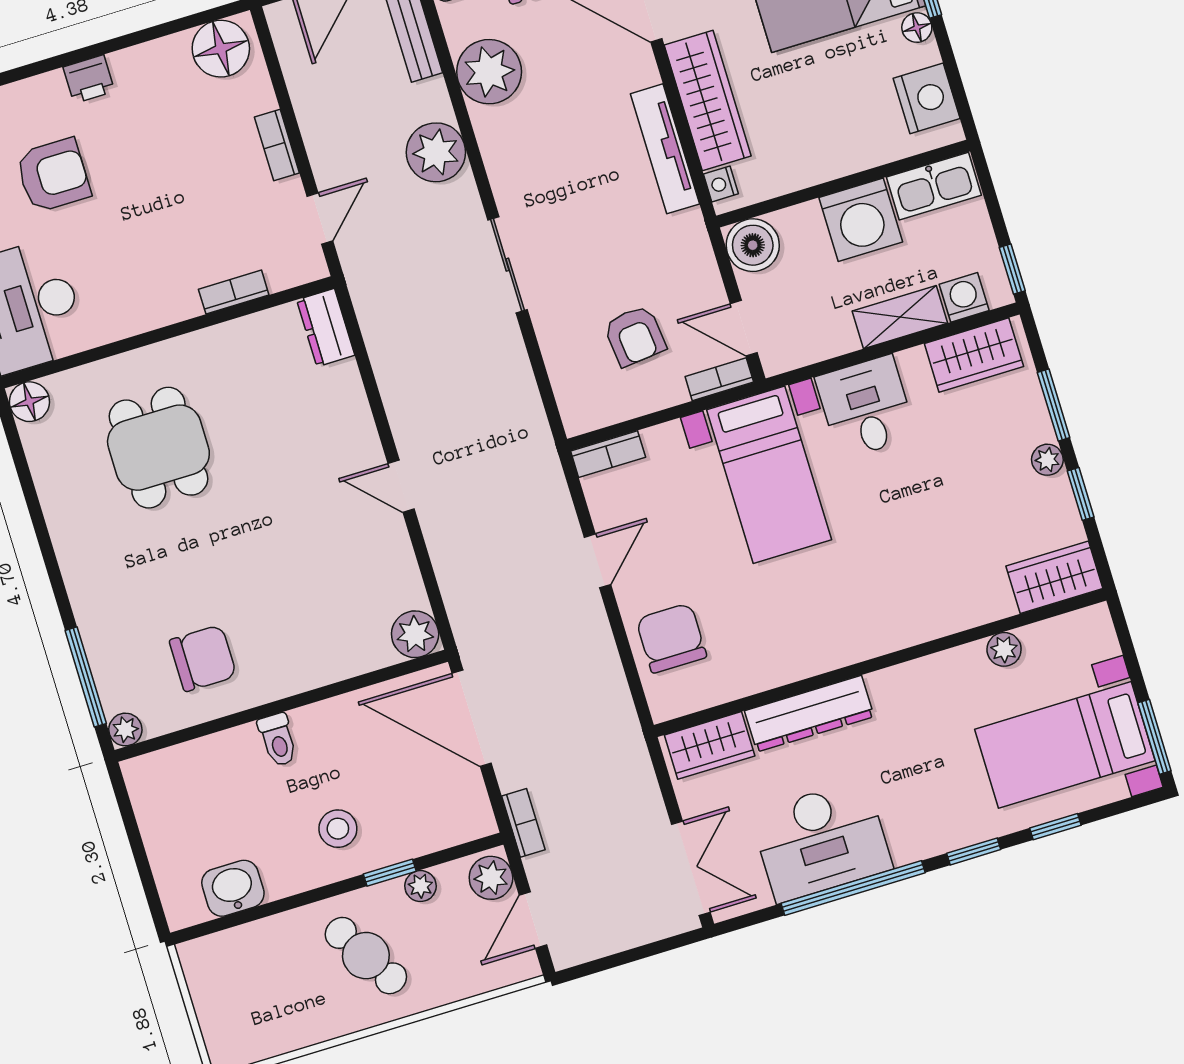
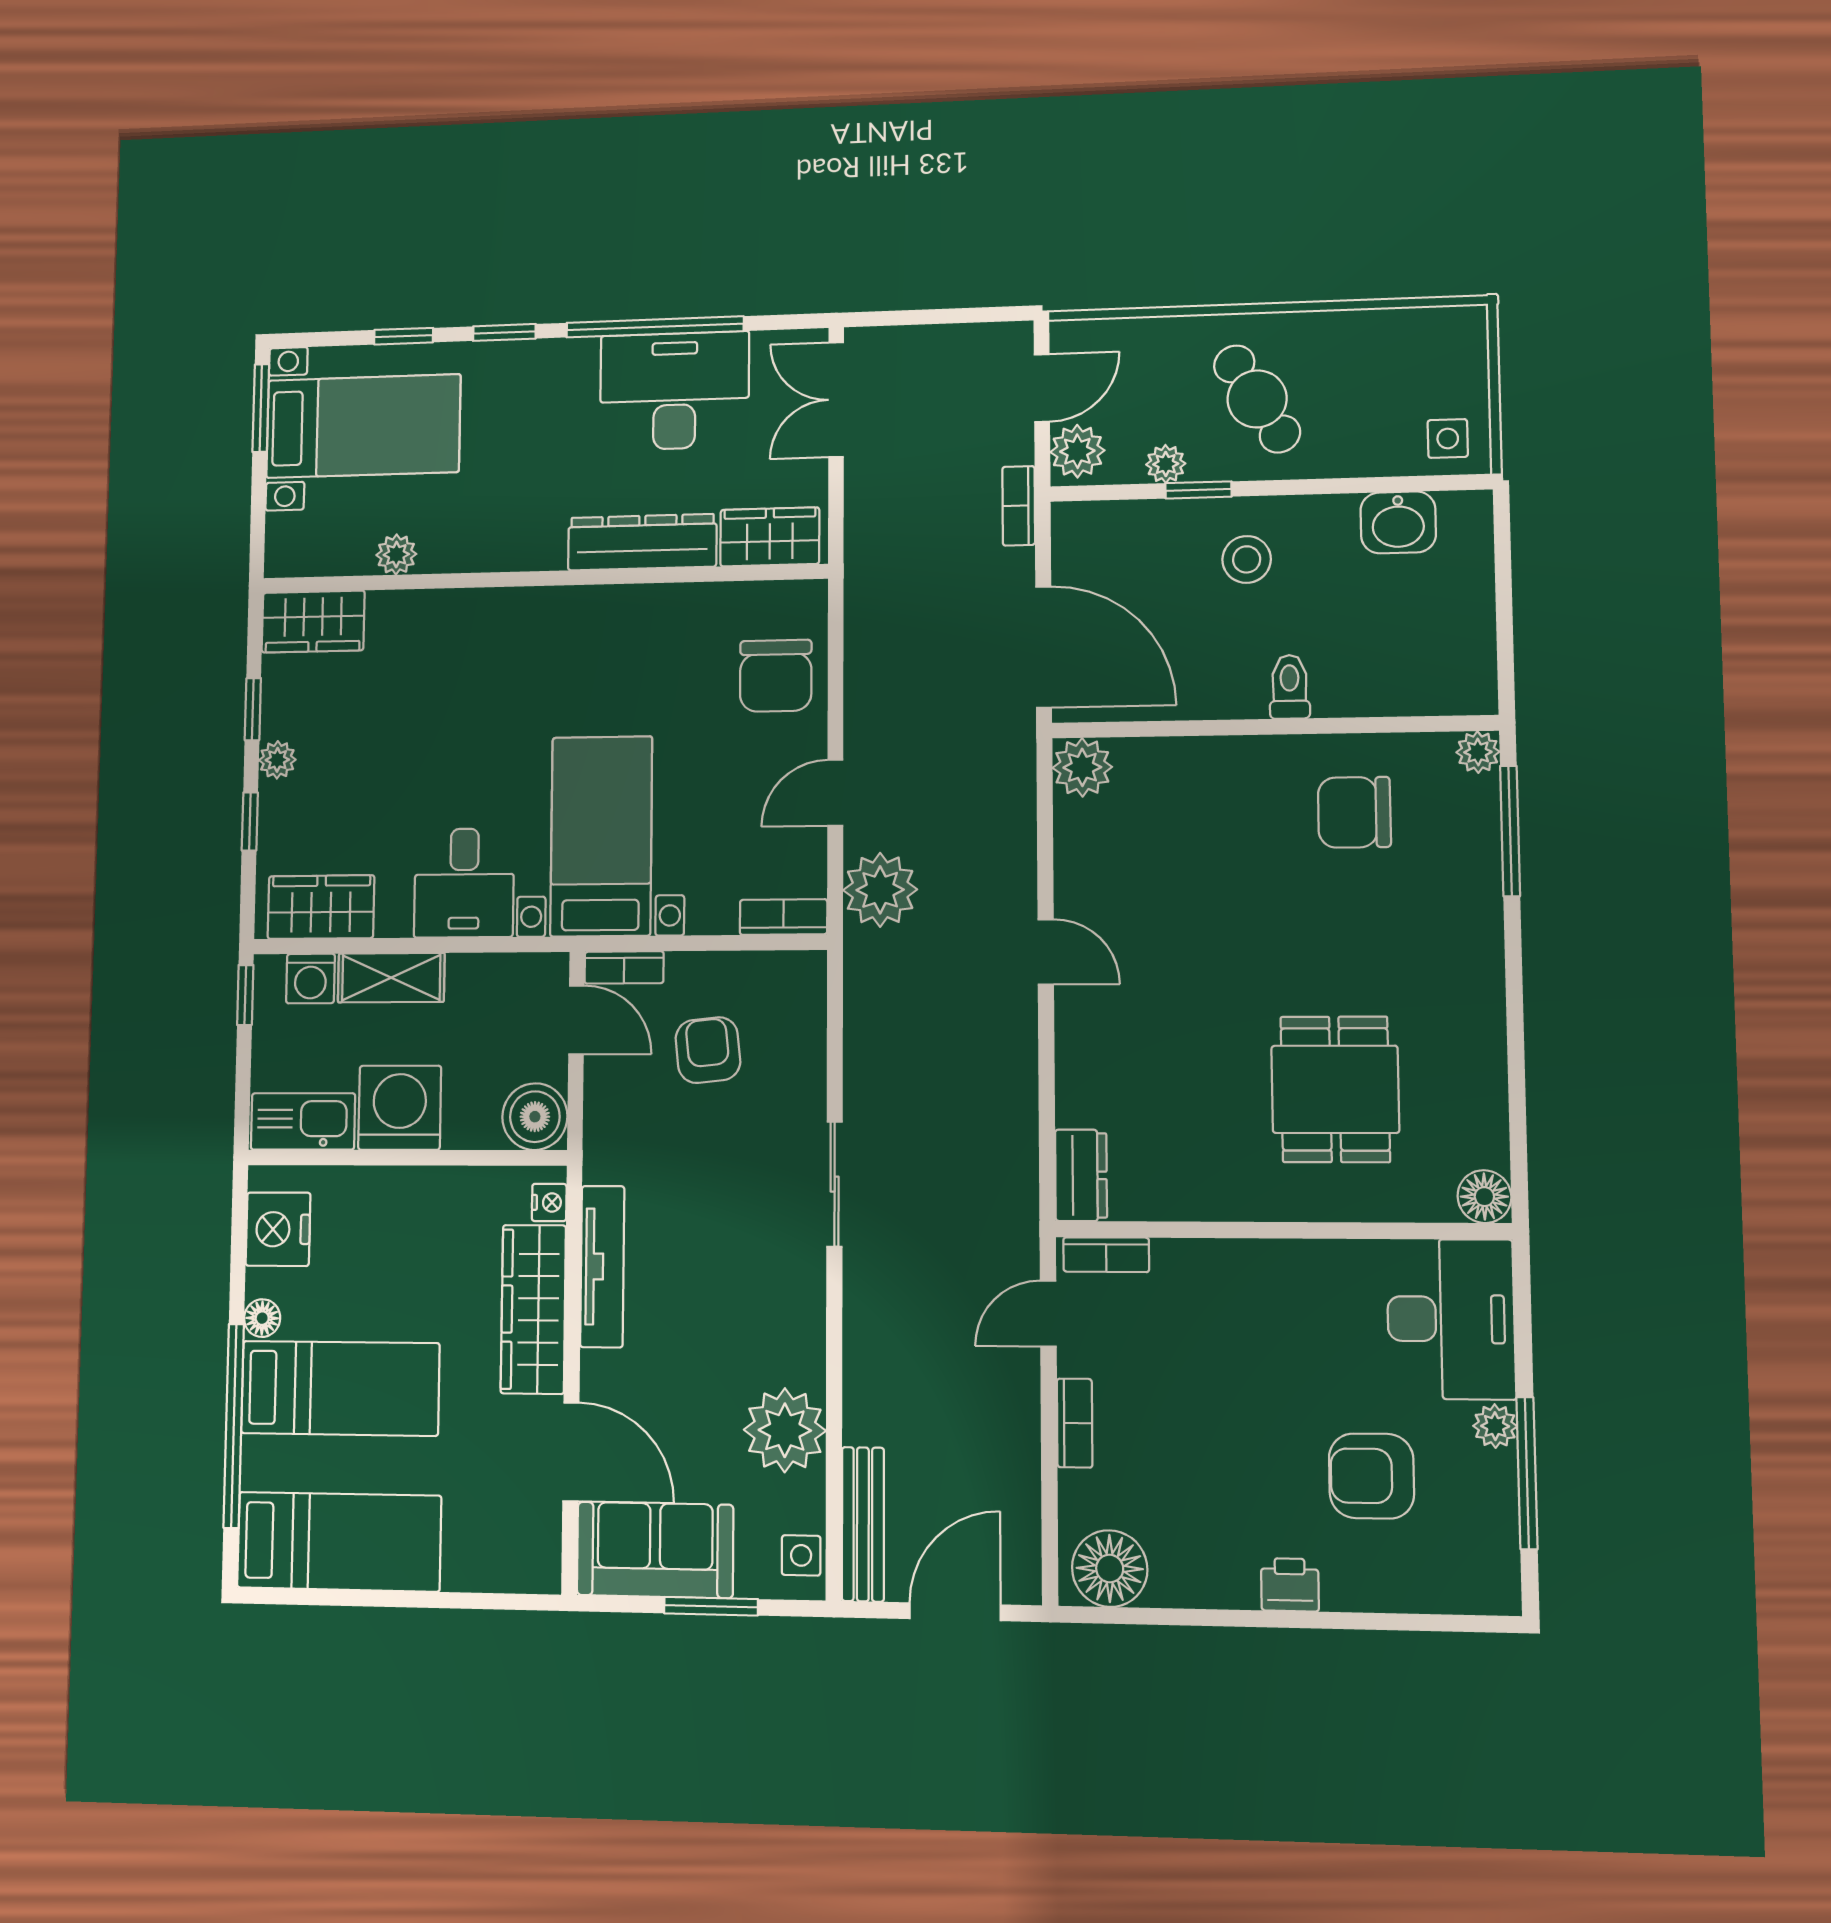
plant: (436, 152) -> (880, 890), moved
bookcase: (234, 292) -> (1106, 1255), moved
window: (1054, 405) -> (250, 821), width x0.67
side table: (214, 963) -> (1448, 438), added

